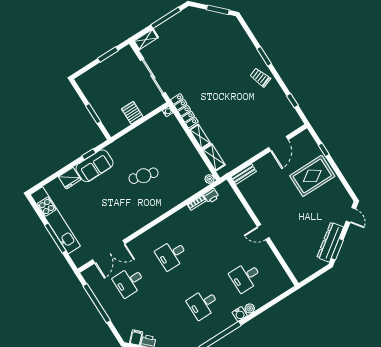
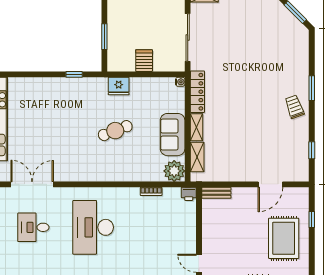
sofa: (94, 166) -> (173, 135), moved, turned 90
cafe table: (144, 176) -> (115, 131), turned -37
rug: (312, 176) -> (284, 238), turned 90
fridge: (70, 178) -> (119, 86), moved
plant: (210, 179) -> (174, 171), width x1.87, depth x1.87
printer: (211, 196) -> (189, 194), moved
double door: (109, 252) -> (32, 184), swing flipped
desk: (172, 255) -> (93, 227), width x1.87, depth x1.30

